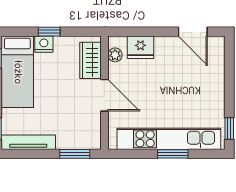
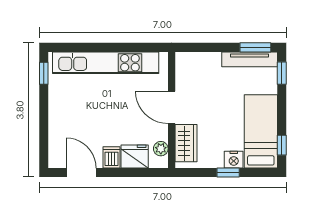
dishwasher: (163, 46) -> (111, 157), added
window: (75, 154) -> (255, 47), moved
window: (173, 154) -> (102, 47), removed

